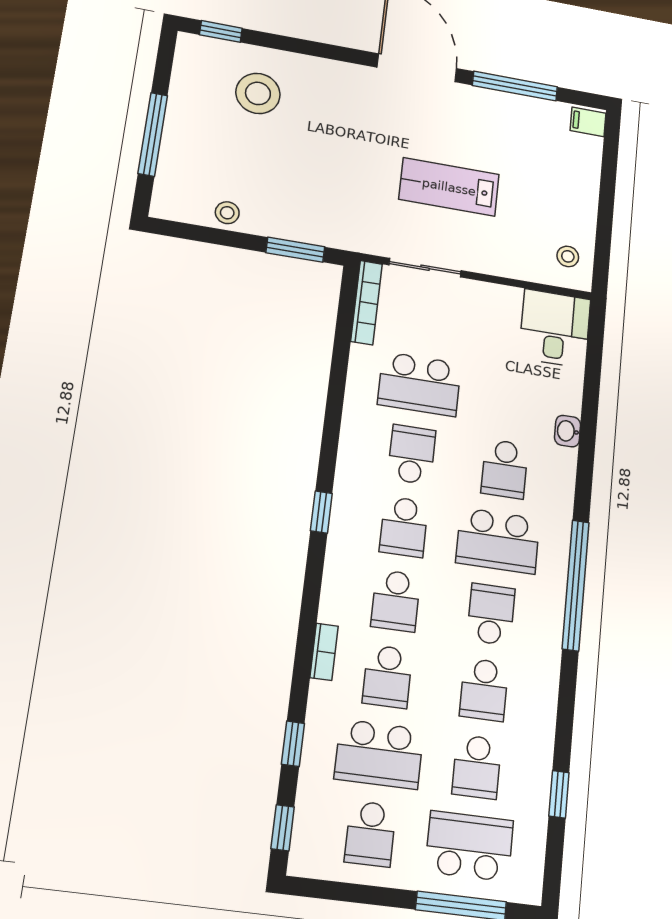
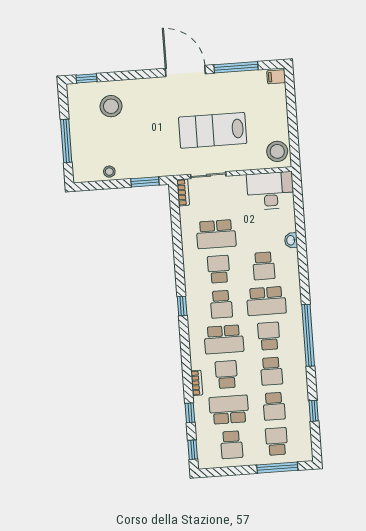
lab bench: (449, 187) -> (213, 130), width x1.36, depth x1.39
stool: (568, 256) -> (277, 151), width x1.89, depth x1.89
bookcase: (367, 303) -> (183, 192), width x0.64
desk: (555, 328) -> (270, 191), width x1.37
window: (576, 585) -> (308, 335), moved
school desk: (396, 601) -> (224, 339), width x1.85
bookcase: (324, 652) -> (197, 383), moved
school desk: (387, 676) -> (226, 374), turned 180
school desk: (379, 754) -> (229, 410), turned 180
school desk: (469, 846) -> (277, 441), width x0.54

